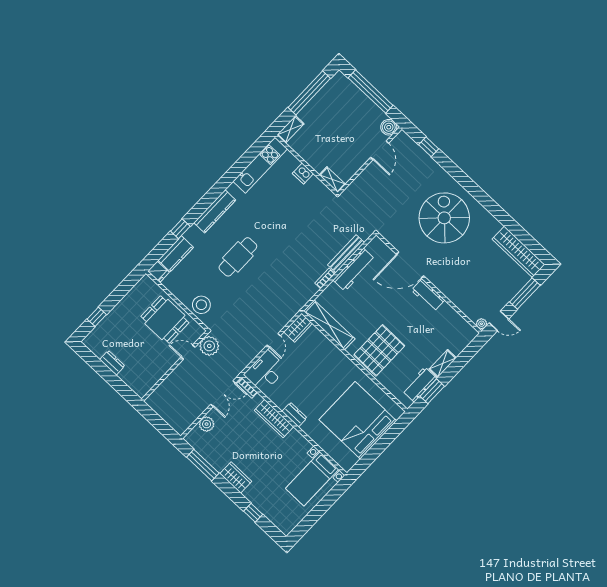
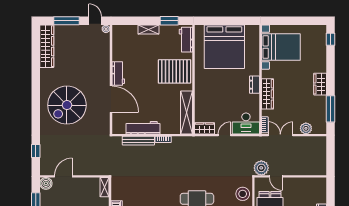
workbench: (419, 384) -> (186, 40), moved, turned 90
bed with nightstands: (312, 479) -> (281, 47), width x1.36
window: (253, 513) -> (331, 39), moved

